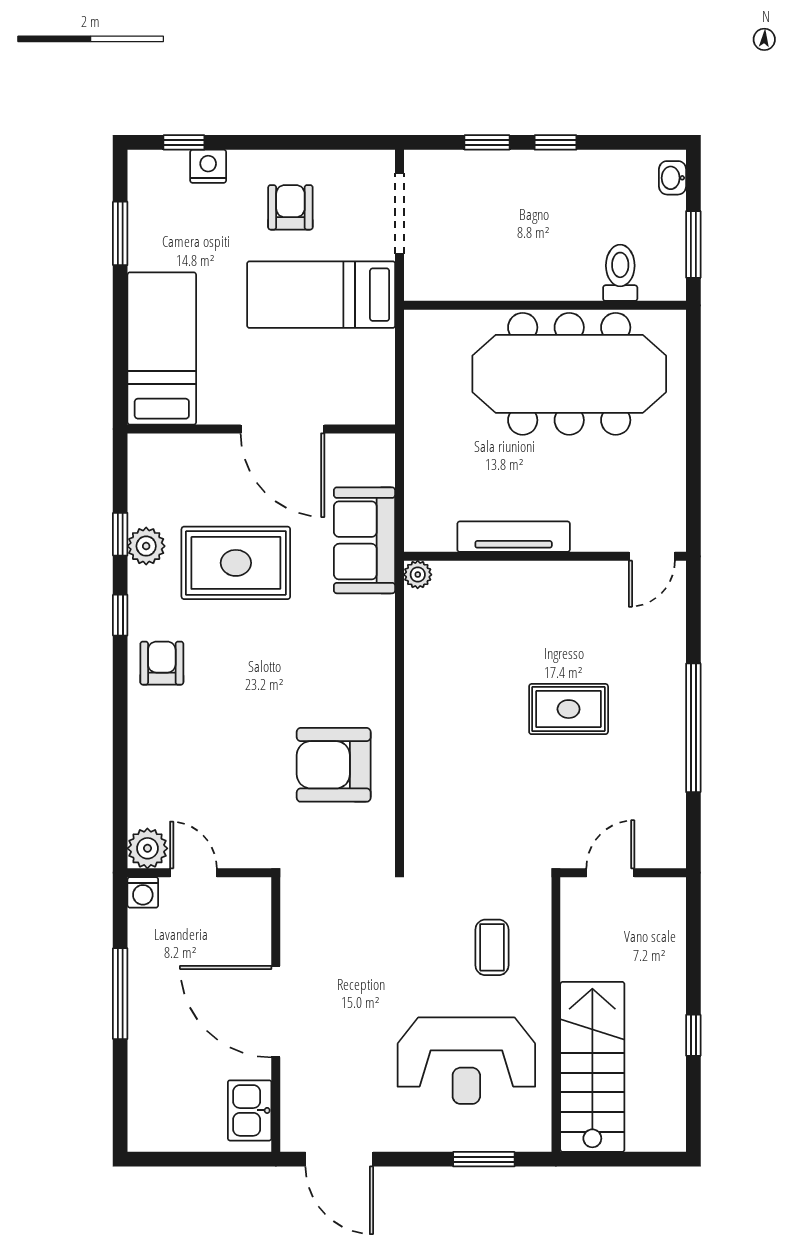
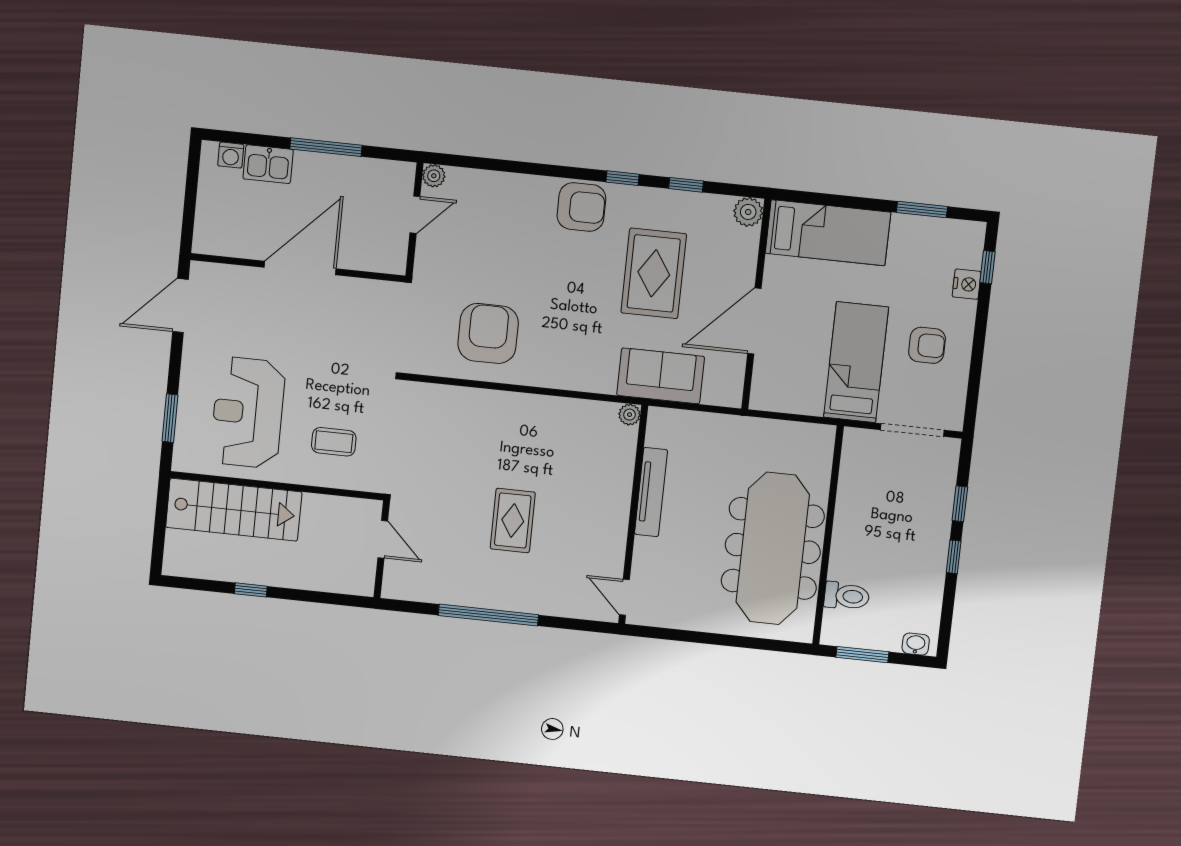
plant: (146, 546) -> (748, 212), moved
armchair: (162, 663) -> (581, 207), width x1.38, depth x1.38
plant: (147, 848) -> (434, 176), width x0.73, depth x0.73
washing machine: (143, 892) -> (231, 155), moved, turned -90
kitchen sink: (250, 1110) -> (268, 164), moved, turned 180

